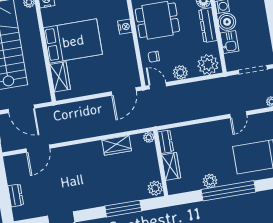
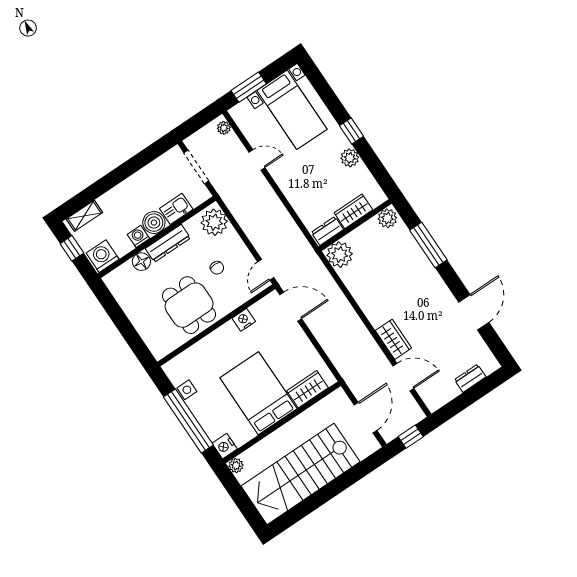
nightstand: (125, 27) -> (244, 320), moved
chair: (154, 57) -> (217, 268), moved
plant: (180, 72) -> (238, 250), removed
plant: (149, 137) -> (340, 255), width x1.87, depth x1.87
wardrobe: (117, 145) -> (393, 339), moved
window: (228, 191) -> (351, 131), width x0.32

